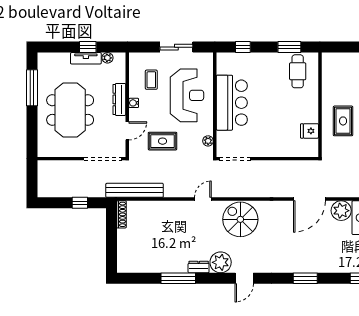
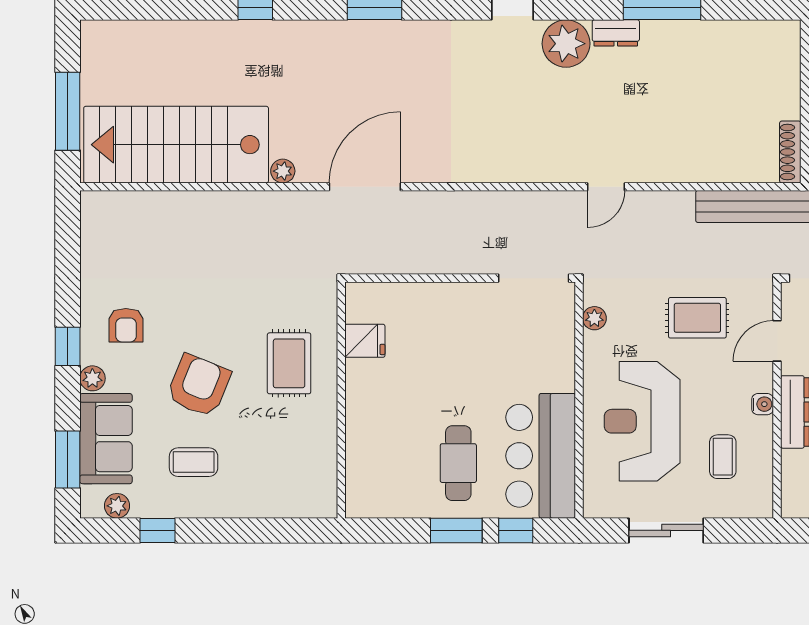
window: (289, 47) -> (456, 530), moved
cafe table: (298, 71) -> (458, 463), moved
bar counter: (232, 103) -> (541, 456), moved
plant: (341, 211) -> (283, 171), width x0.53, depth x0.53
spiral stairs: (240, 219) -> (521, 141), removed

